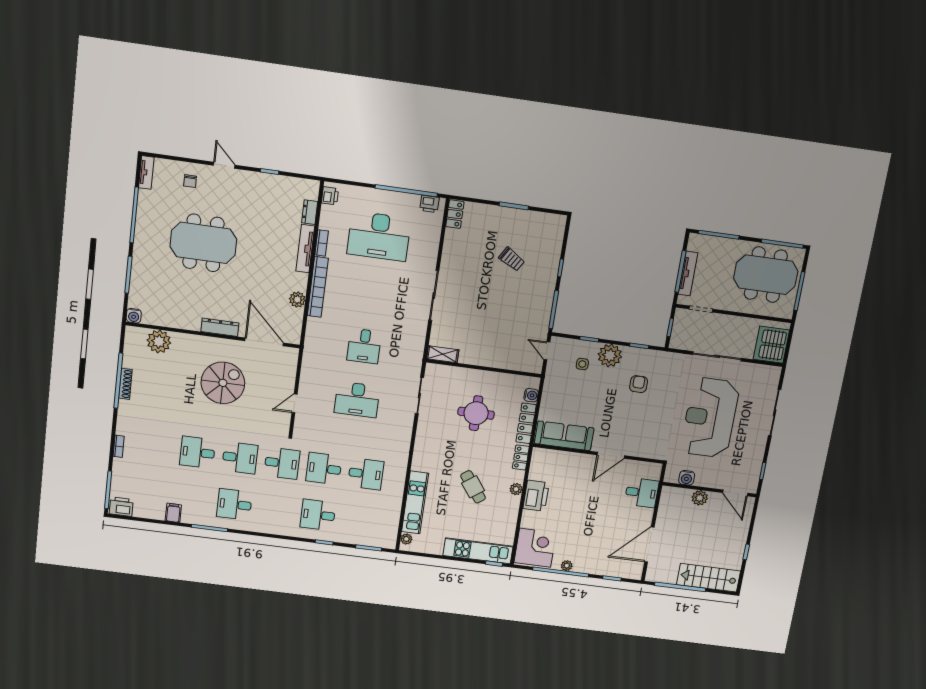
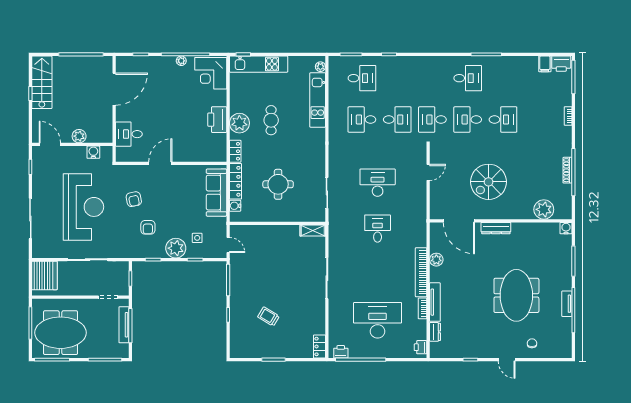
tv unit: (146, 173) -> (567, 304), moved
meeting table: (203, 243) -> (516, 295), turned 90
armchair: (649, 419) -> (134, 199), added
sofa: (564, 436) -> (216, 193), moved, turned 90
cafe table: (473, 487) -> (271, 120), turned 36
plant: (516, 489) -> (239, 123), width x1.87, depth x1.87
filing cabinet: (173, 513) -> (545, 64), moved
desk: (318, 515) -> (362, 78), moved
stairs: (708, 578) -> (42, 82), moved, turned -90

